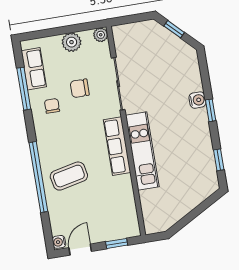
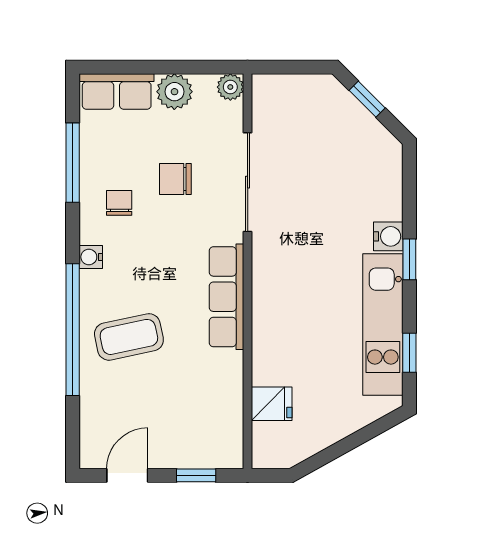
row of seats: (34, 69) -> (117, 92), moved, turned 90
kitchen unit: (142, 151) -> (383, 324), moved, turned 180
fridge: (150, 199) -> (272, 404), added
water cooler: (59, 242) -> (91, 257), moved

